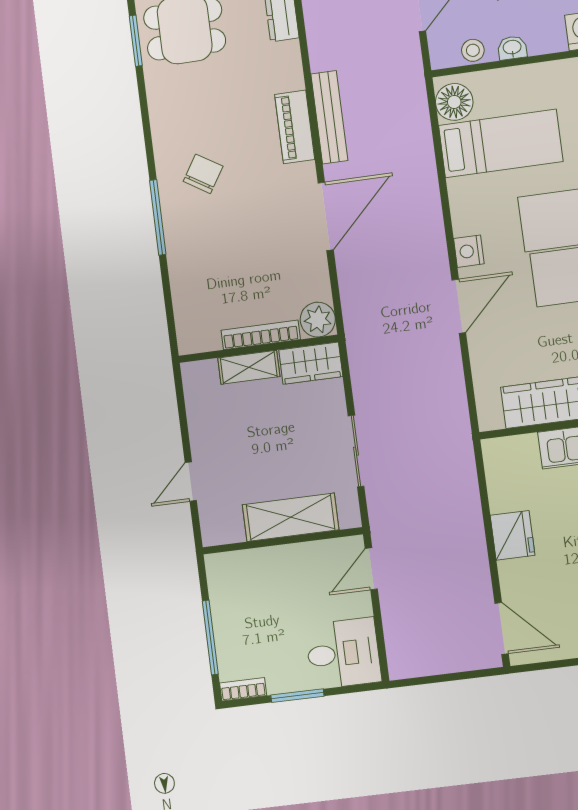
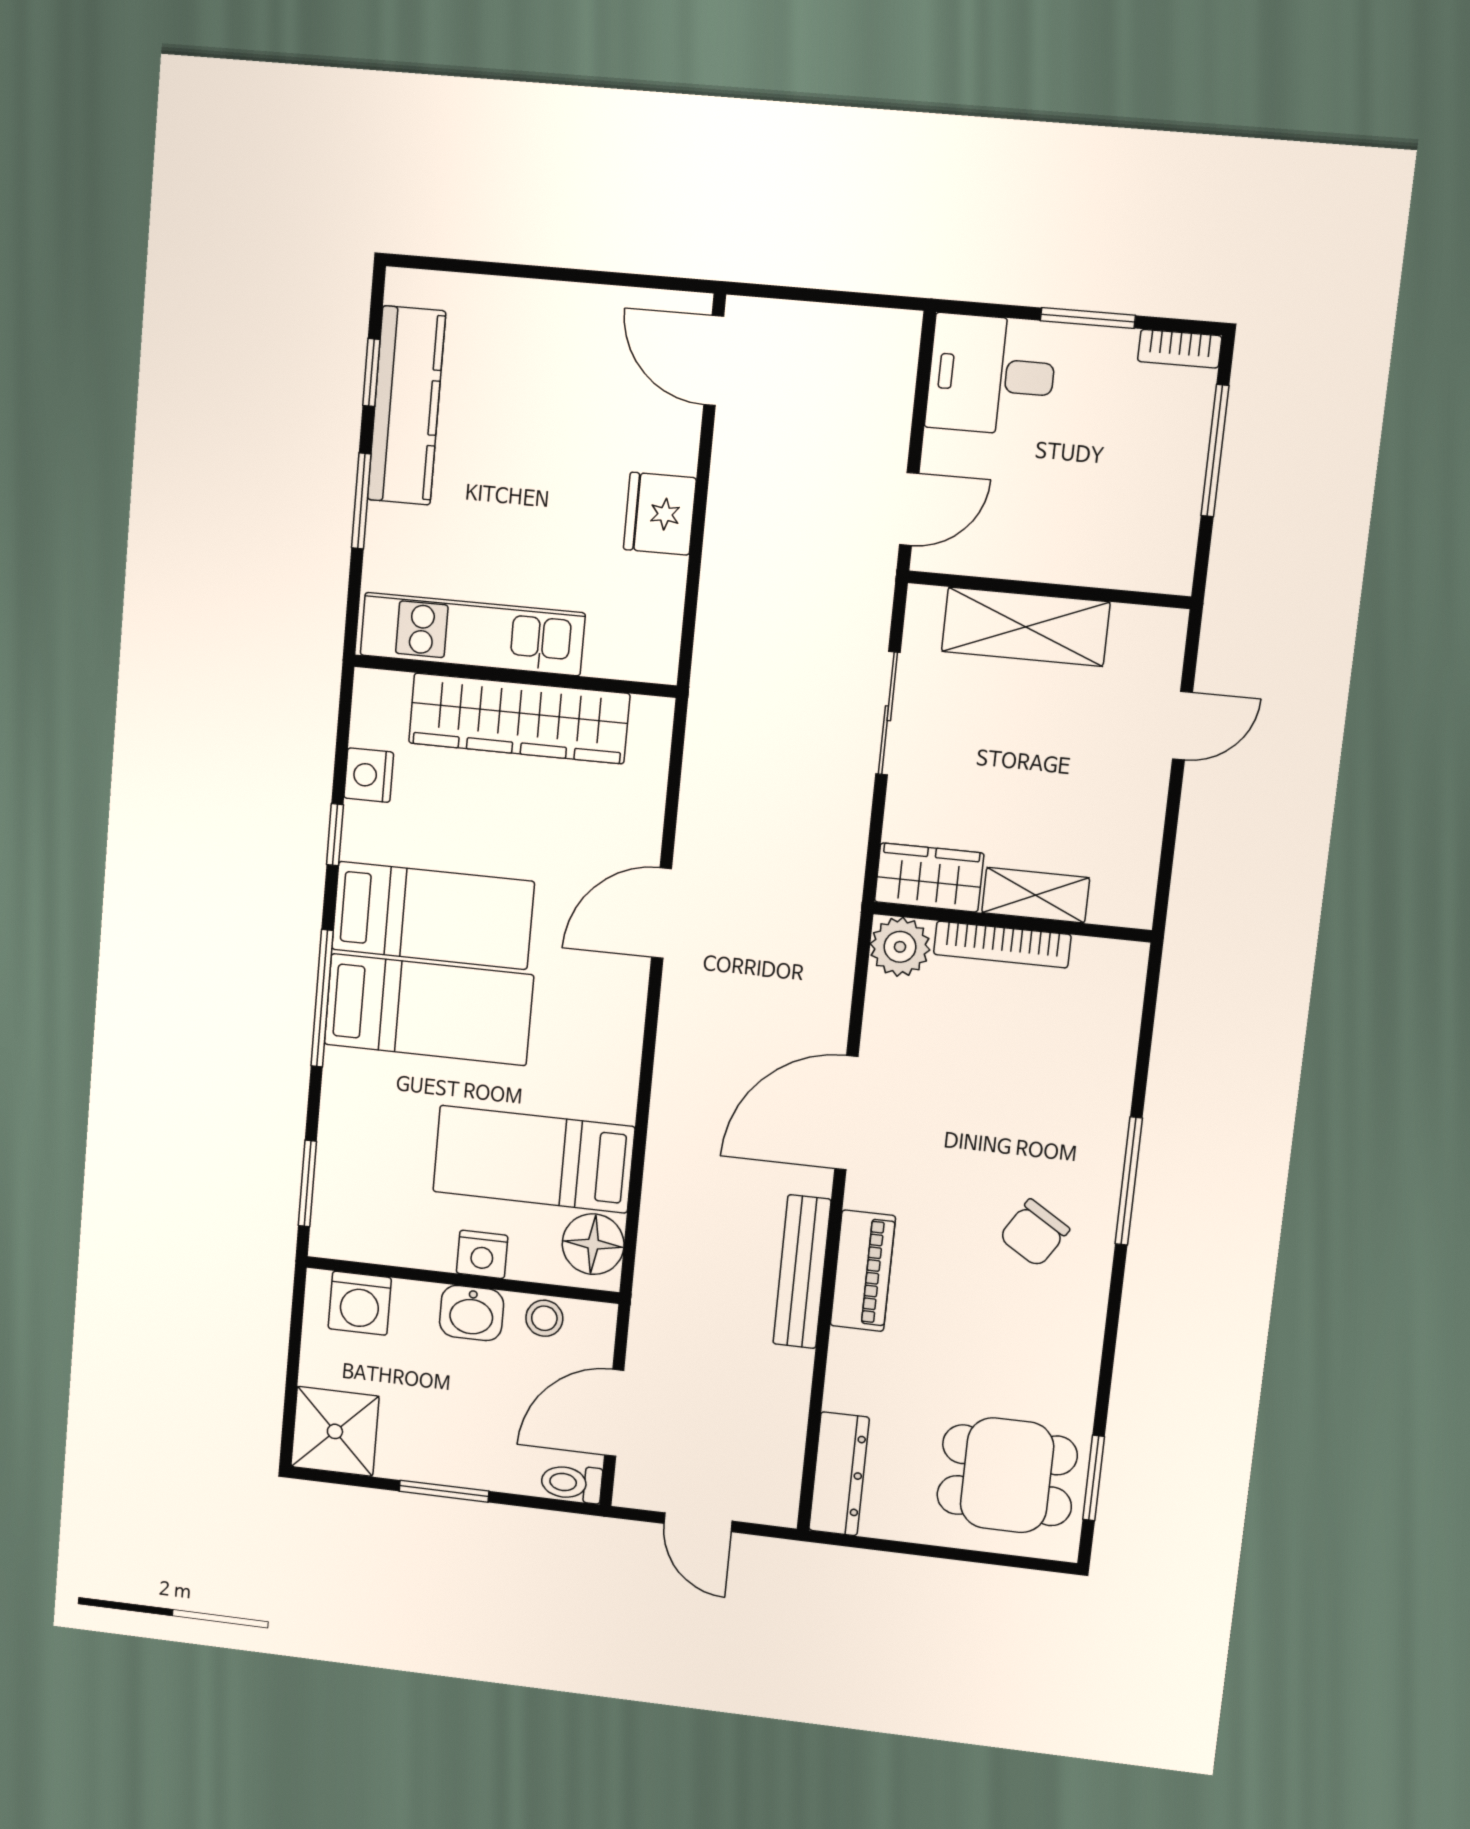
washbasin: (512, 48) -> (472, 1313), width x1.38, depth x1.45
nightstand: (469, 251) -> (482, 1254), moved, turned 90

